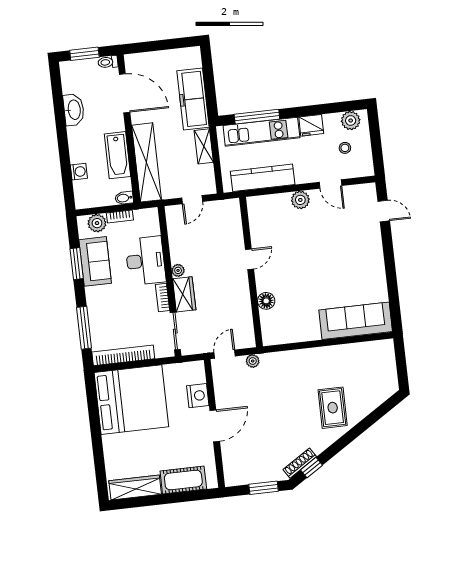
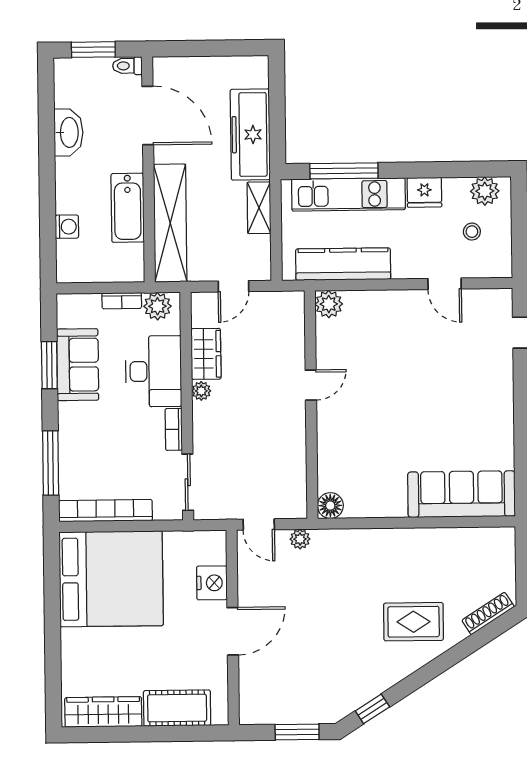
bidet: (124, 198) -> (131, 273), removed
plant: (300, 200) -> (329, 304), moved
plant: (97, 223) -> (157, 306), moved
wardrobe: (184, 294) -> (206, 354), moved
floor lamp: (266, 301) -> (330, 506), moved
door: (225, 354) -> (259, 524), swing flipped
rug: (333, 408) -> (414, 622), turned 90
shoe rack: (300, 463) -> (488, 613), moved

